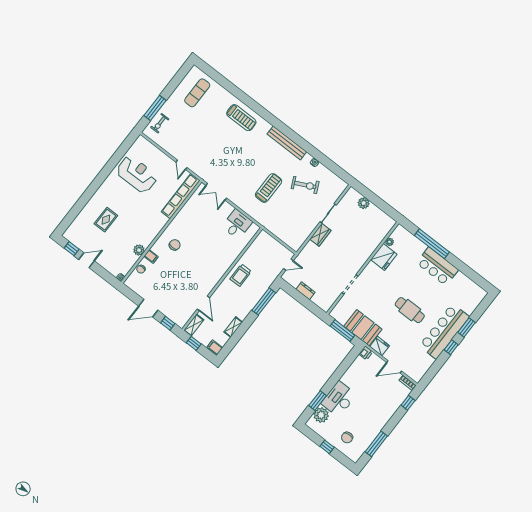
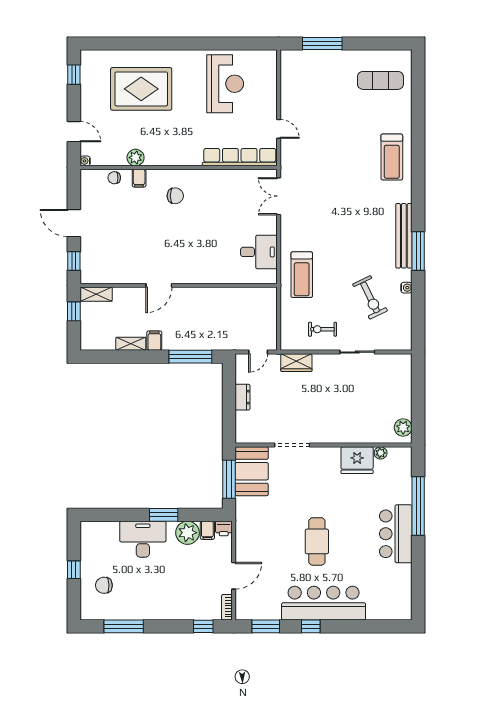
exercise bike: (160, 123) -> (323, 329), moved
window: (300, 142) -> (418, 251), added
door: (182, 165) -> (279, 129), swing flipped
treadmill: (269, 188) -> (302, 275), moved, turned 90
plant: (364, 203) -> (403, 427), moved
rug: (106, 220) -> (141, 89), width x1.86, depth x2.06
wardrobe: (320, 235) -> (296, 363), moved
door: (86, 260) -> (74, 132), moved
door: (288, 265) -> (258, 352), hinge flipped
trolley: (241, 275) -> (200, 304), removed
door: (203, 303) -> (159, 285), moved
window: (467, 327) -> (266, 626), moved
booth: (363, 328) -> (252, 471), moved
fridge: (380, 346) -> (245, 539), removed
filing cabinet: (215, 347) -> (154, 341), moved
filing cabinet: (360, 362) -> (207, 530), added
door: (394, 367) -> (234, 576), swing flipped
window: (318, 401) -> (164, 515), moved
plant: (321, 415) -> (187, 533), moved

